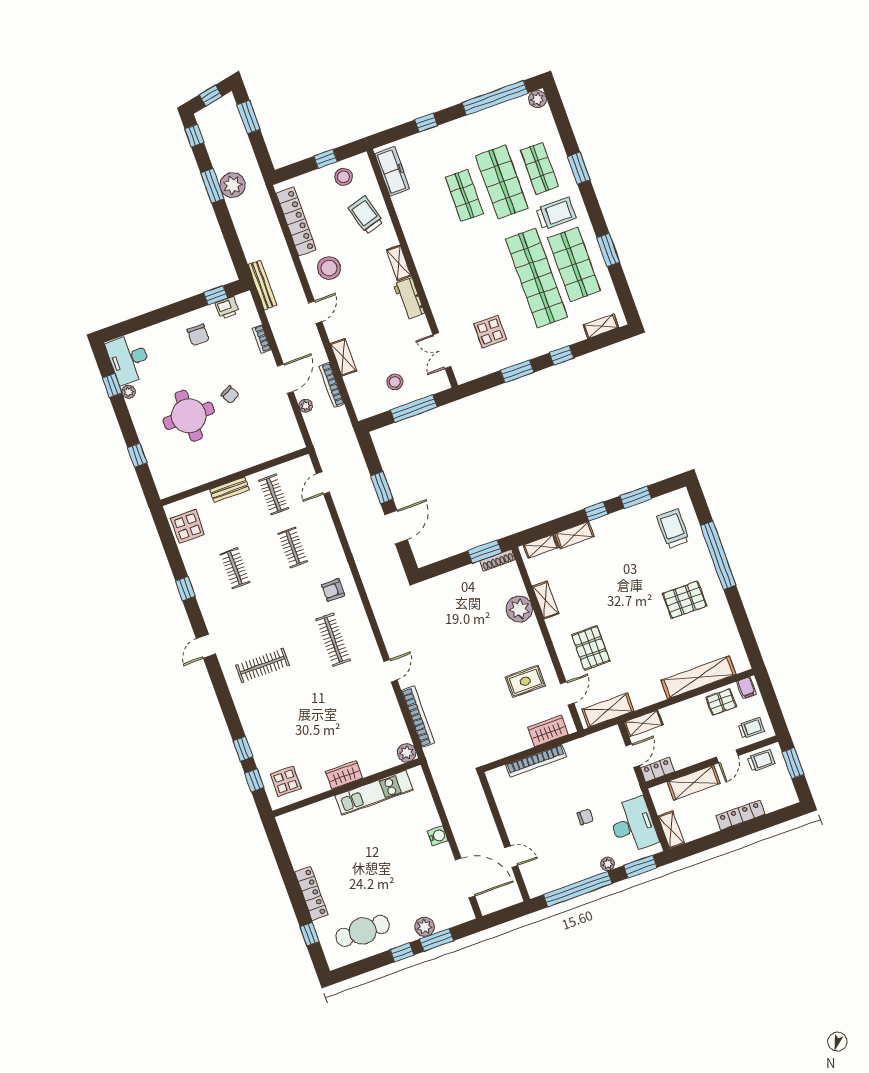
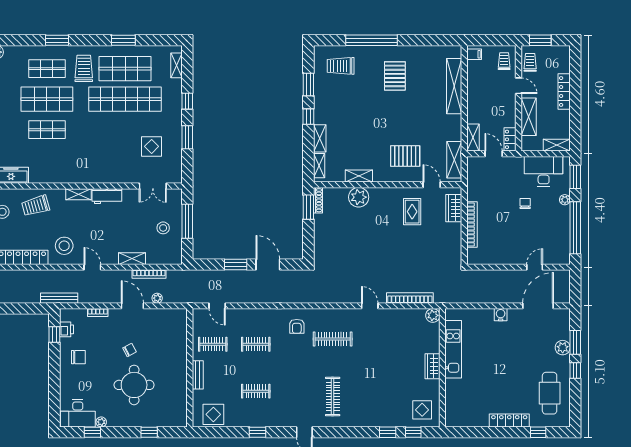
pallet: (721, 702) -> (478, 76), removed

